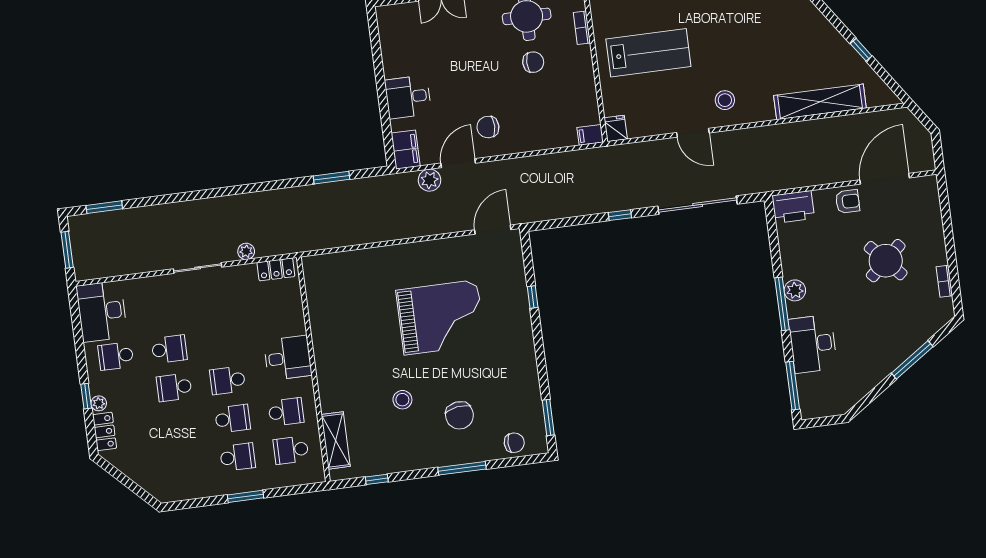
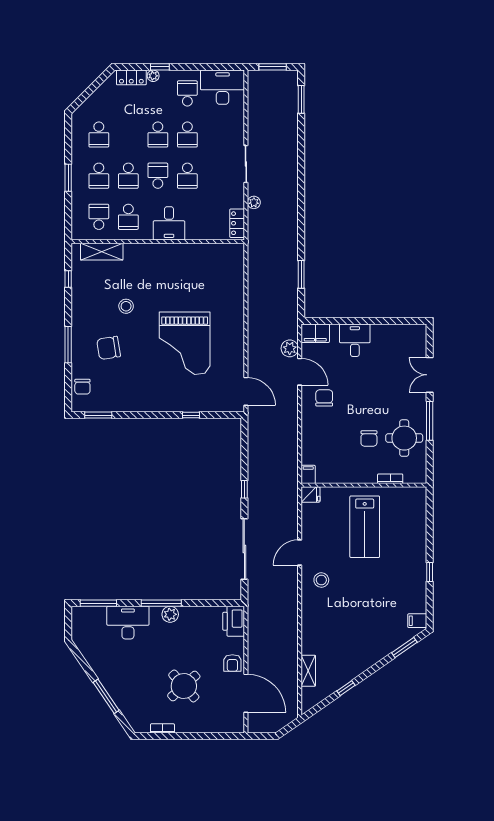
shelving: (820, 102) -> (308, 671), width x0.45, depth x0.75
school desk: (223, 342) -> (187, 176), added
school desk: (174, 387) -> (158, 135), turned 180
school desk: (184, 464) -> (99, 135), added

